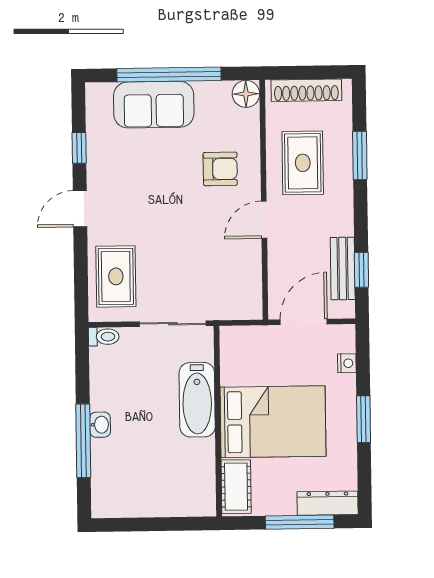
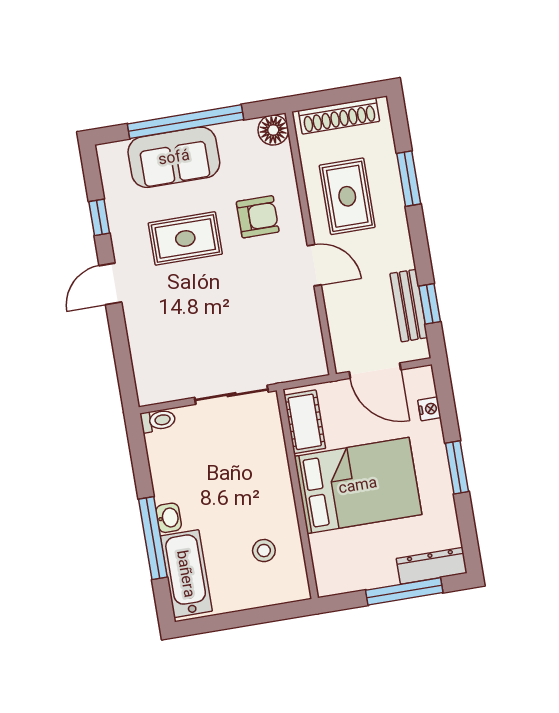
door: (264, 220) -> (314, 265), swing flipped
rug: (116, 276) -> (185, 238), moved, turned 90
door: (304, 322) -> (375, 371), swing flipped
bathtub: (197, 400) -> (186, 574), moved, turned 180
stool: (180, 467) -> (264, 551), added
cot: (236, 487) -> (305, 422), moved

